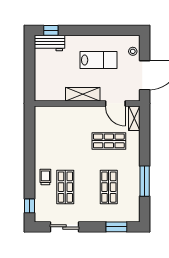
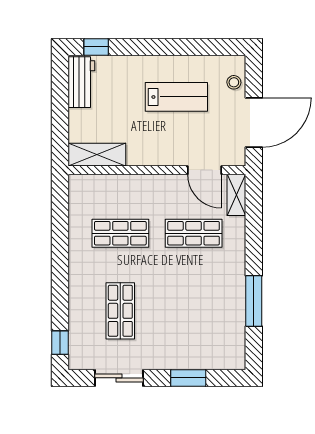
workbench: (50, 43) -> (81, 82), moved, turned -90
shelving: (83, 94) -> (97, 155), moved
trolley: (45, 177) -> (87, 294), removed
shop shelf: (109, 187) -> (120, 233), moved, turned 90
window: (116, 227) -> (188, 378), moved

